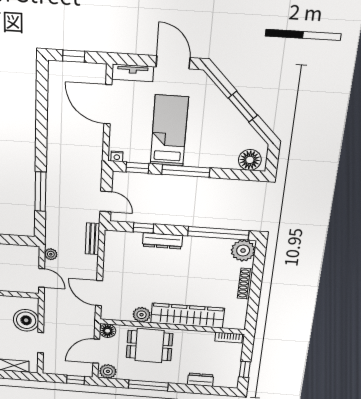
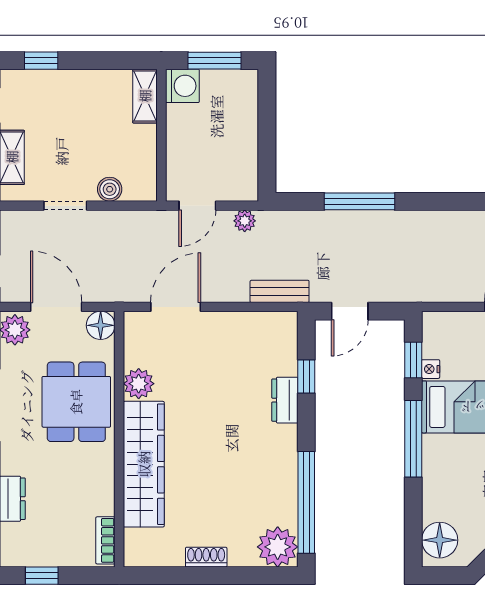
nightstand: (117, 156) -> (431, 369), moved
dresser: (162, 241) -> (285, 400), width x0.70
shoe rack: (245, 284) -> (206, 557), width x0.70
boiler: (26, 320) -> (110, 189), width x0.54, depth x0.54

